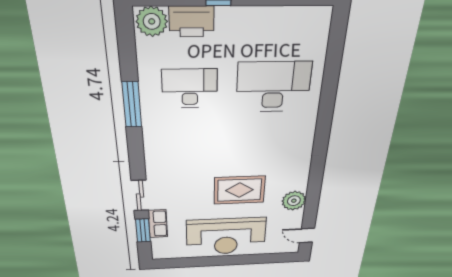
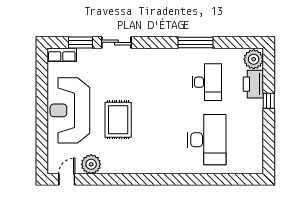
plant: (294, 201) -> (91, 164), moved
row of seats: (158, 224) -> (62, 55), moved

